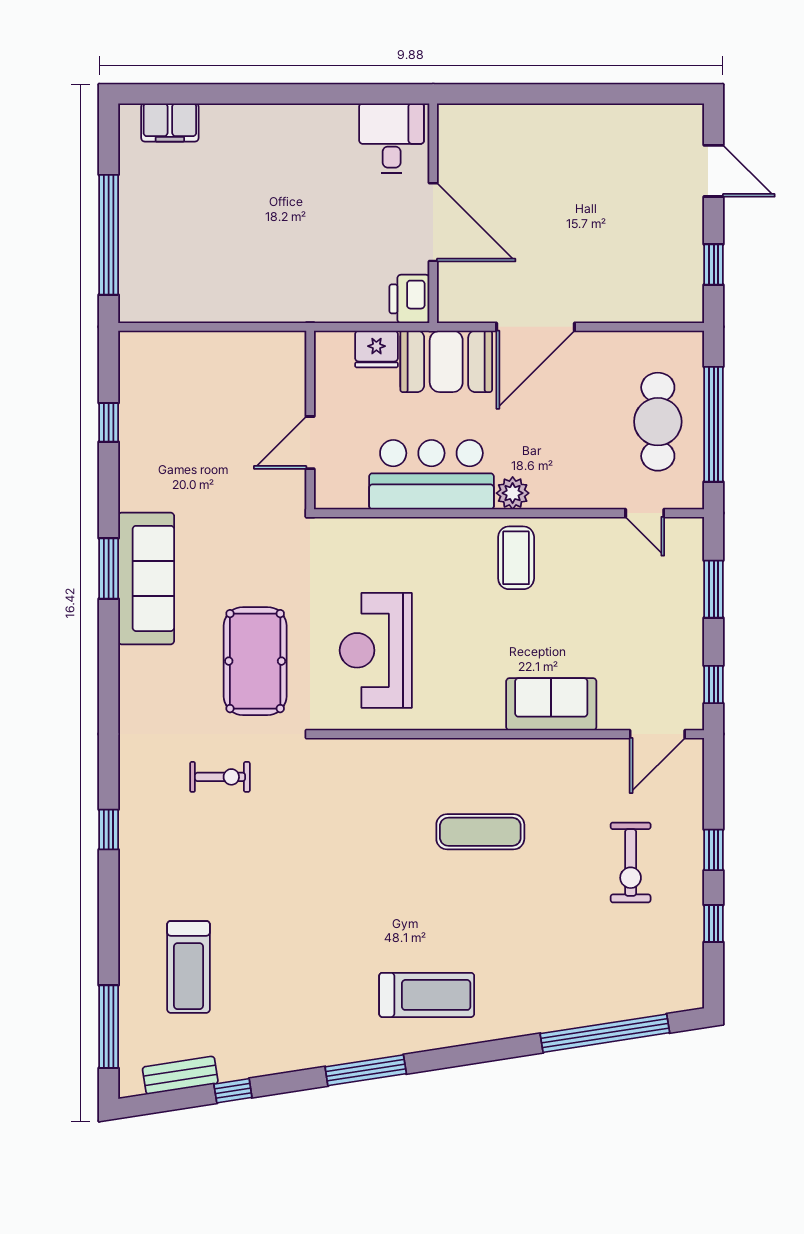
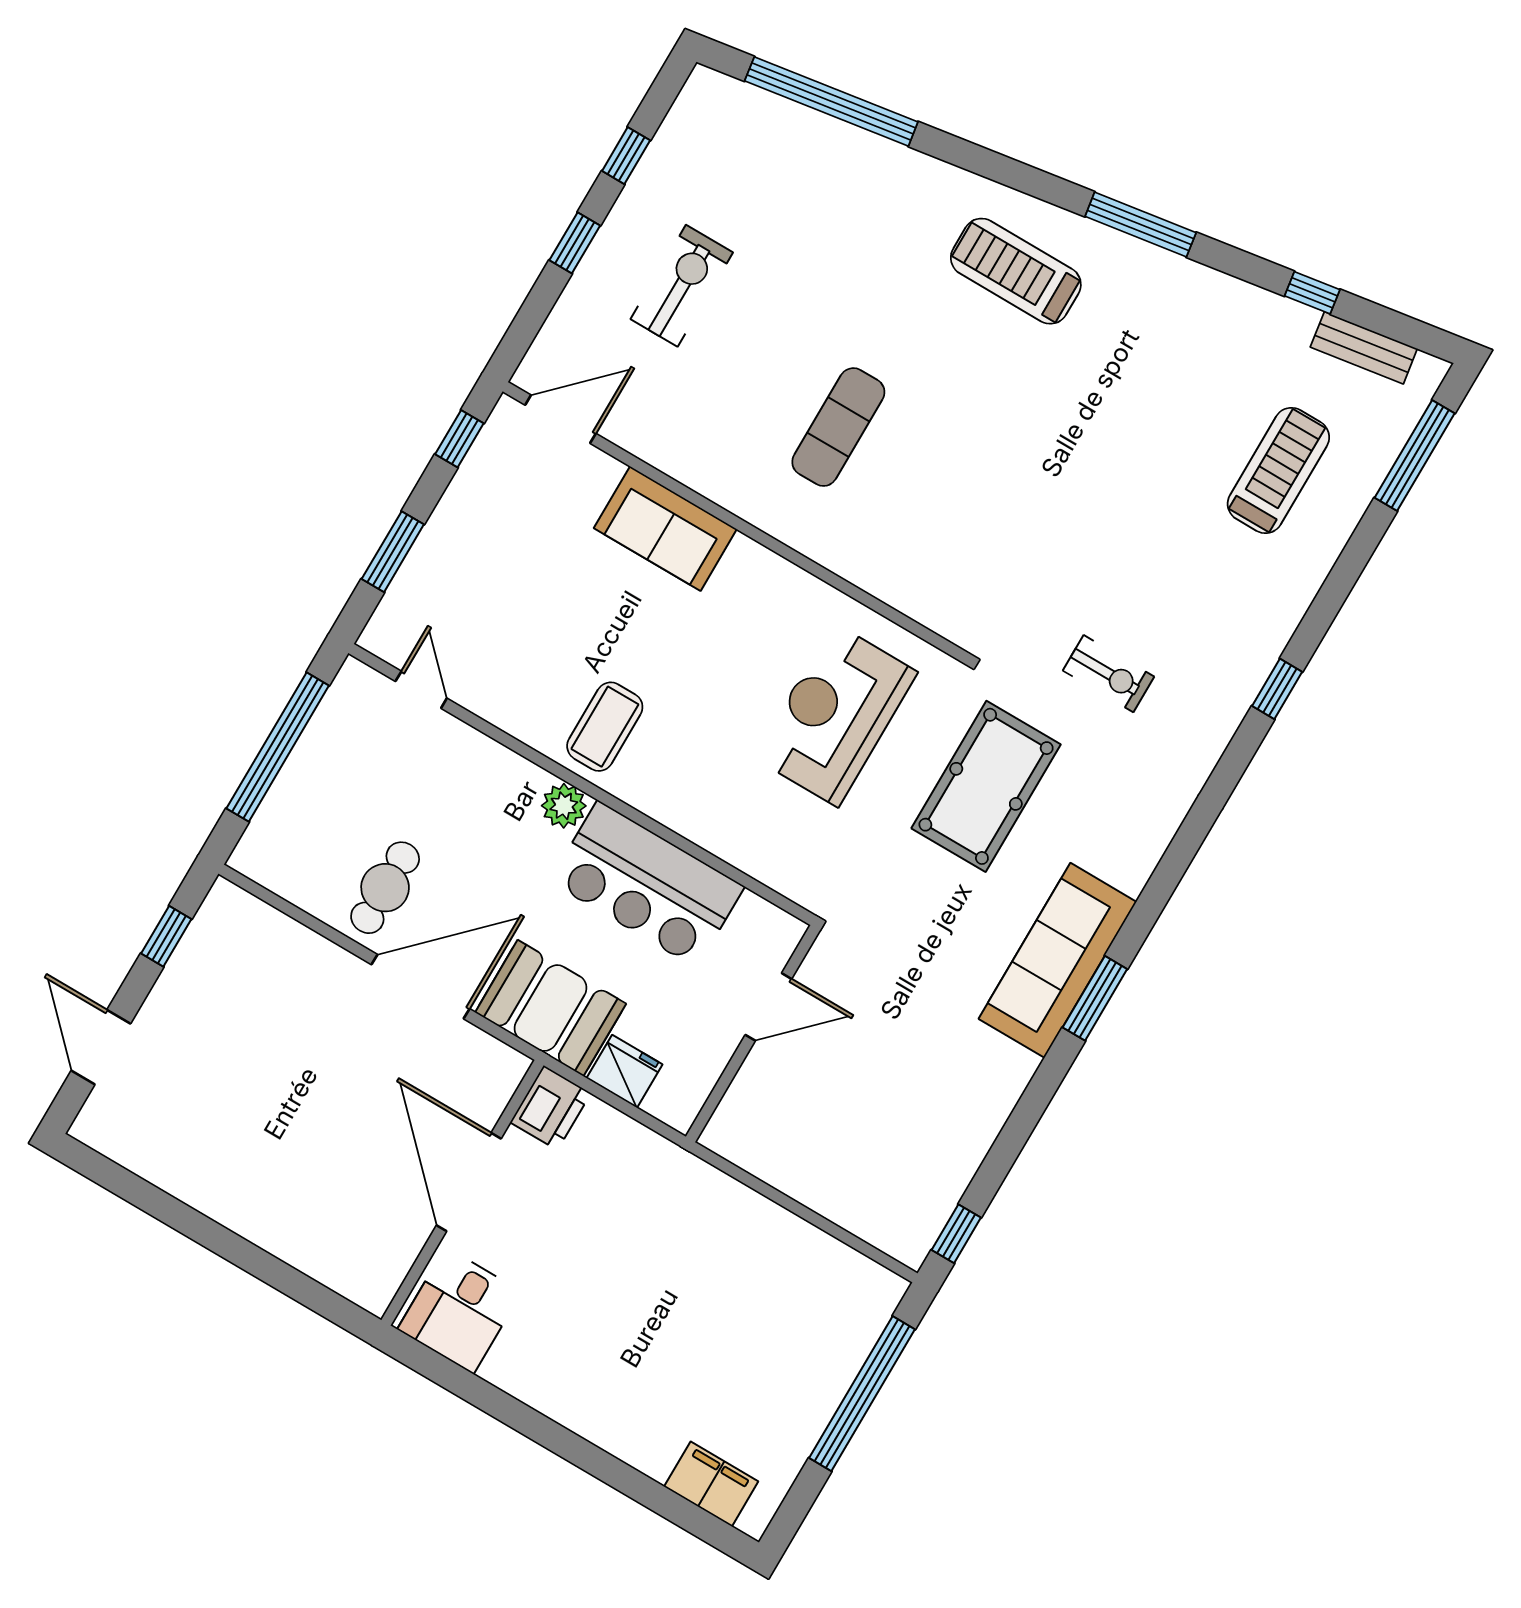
window: (109, 422) -> (956, 1234), moved
cafe table: (658, 422) -> (385, 888), moved, width x0.73, depth x0.74
reception desk: (376, 650) -> (836, 715), turned 180
exercise bike: (220, 777) -> (1108, 674), turned 180
exercise mat: (480, 832) -> (838, 427), turned 90

